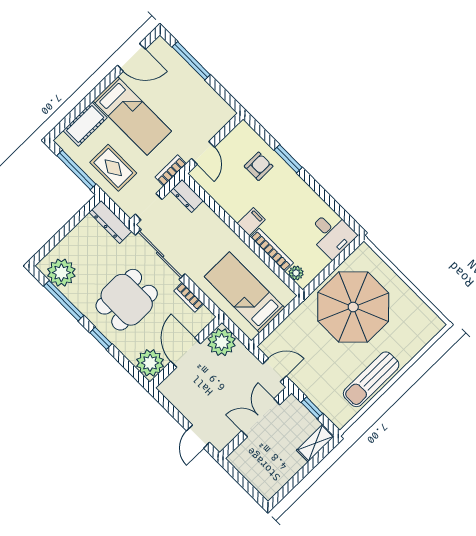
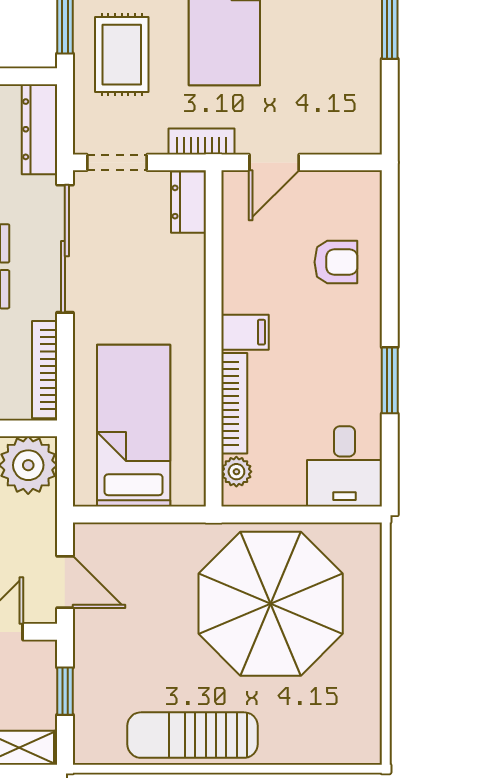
window: (288, 159) -> (390, 380), moved
bookcase: (189, 297) -> (45, 370), width x1.56

